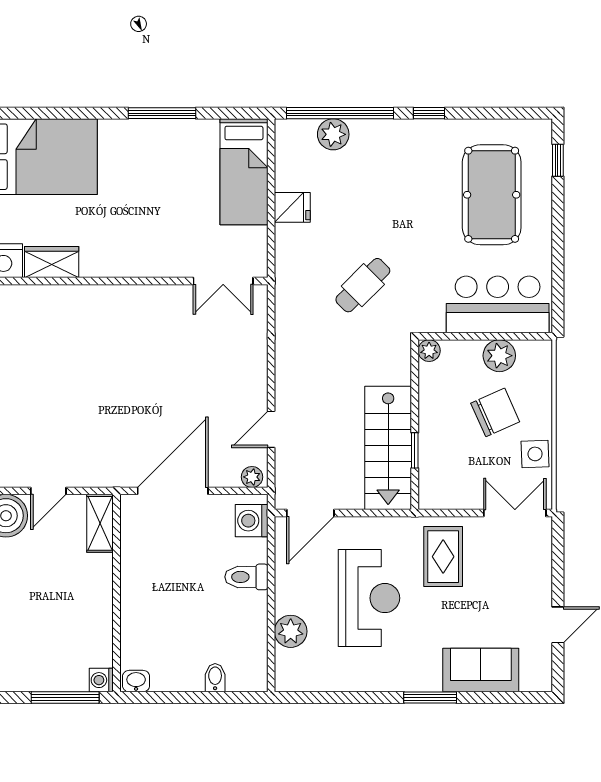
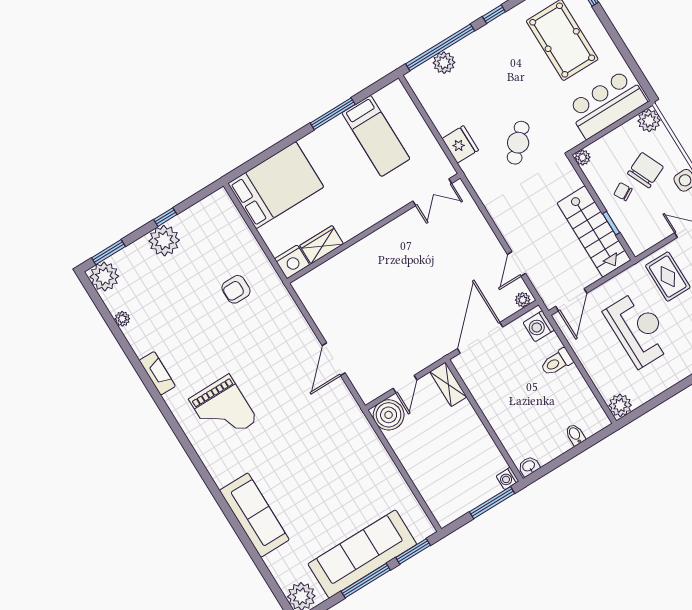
bed: (244, 172) -> (376, 136), moved
fridge: (292, 207) -> (460, 144), moved, width x1.38
plant: (499, 356) -> (649, 121), moved
chair: (452, 422) -> (623, 192), added
plant: (291, 631) -> (620, 405), moved

